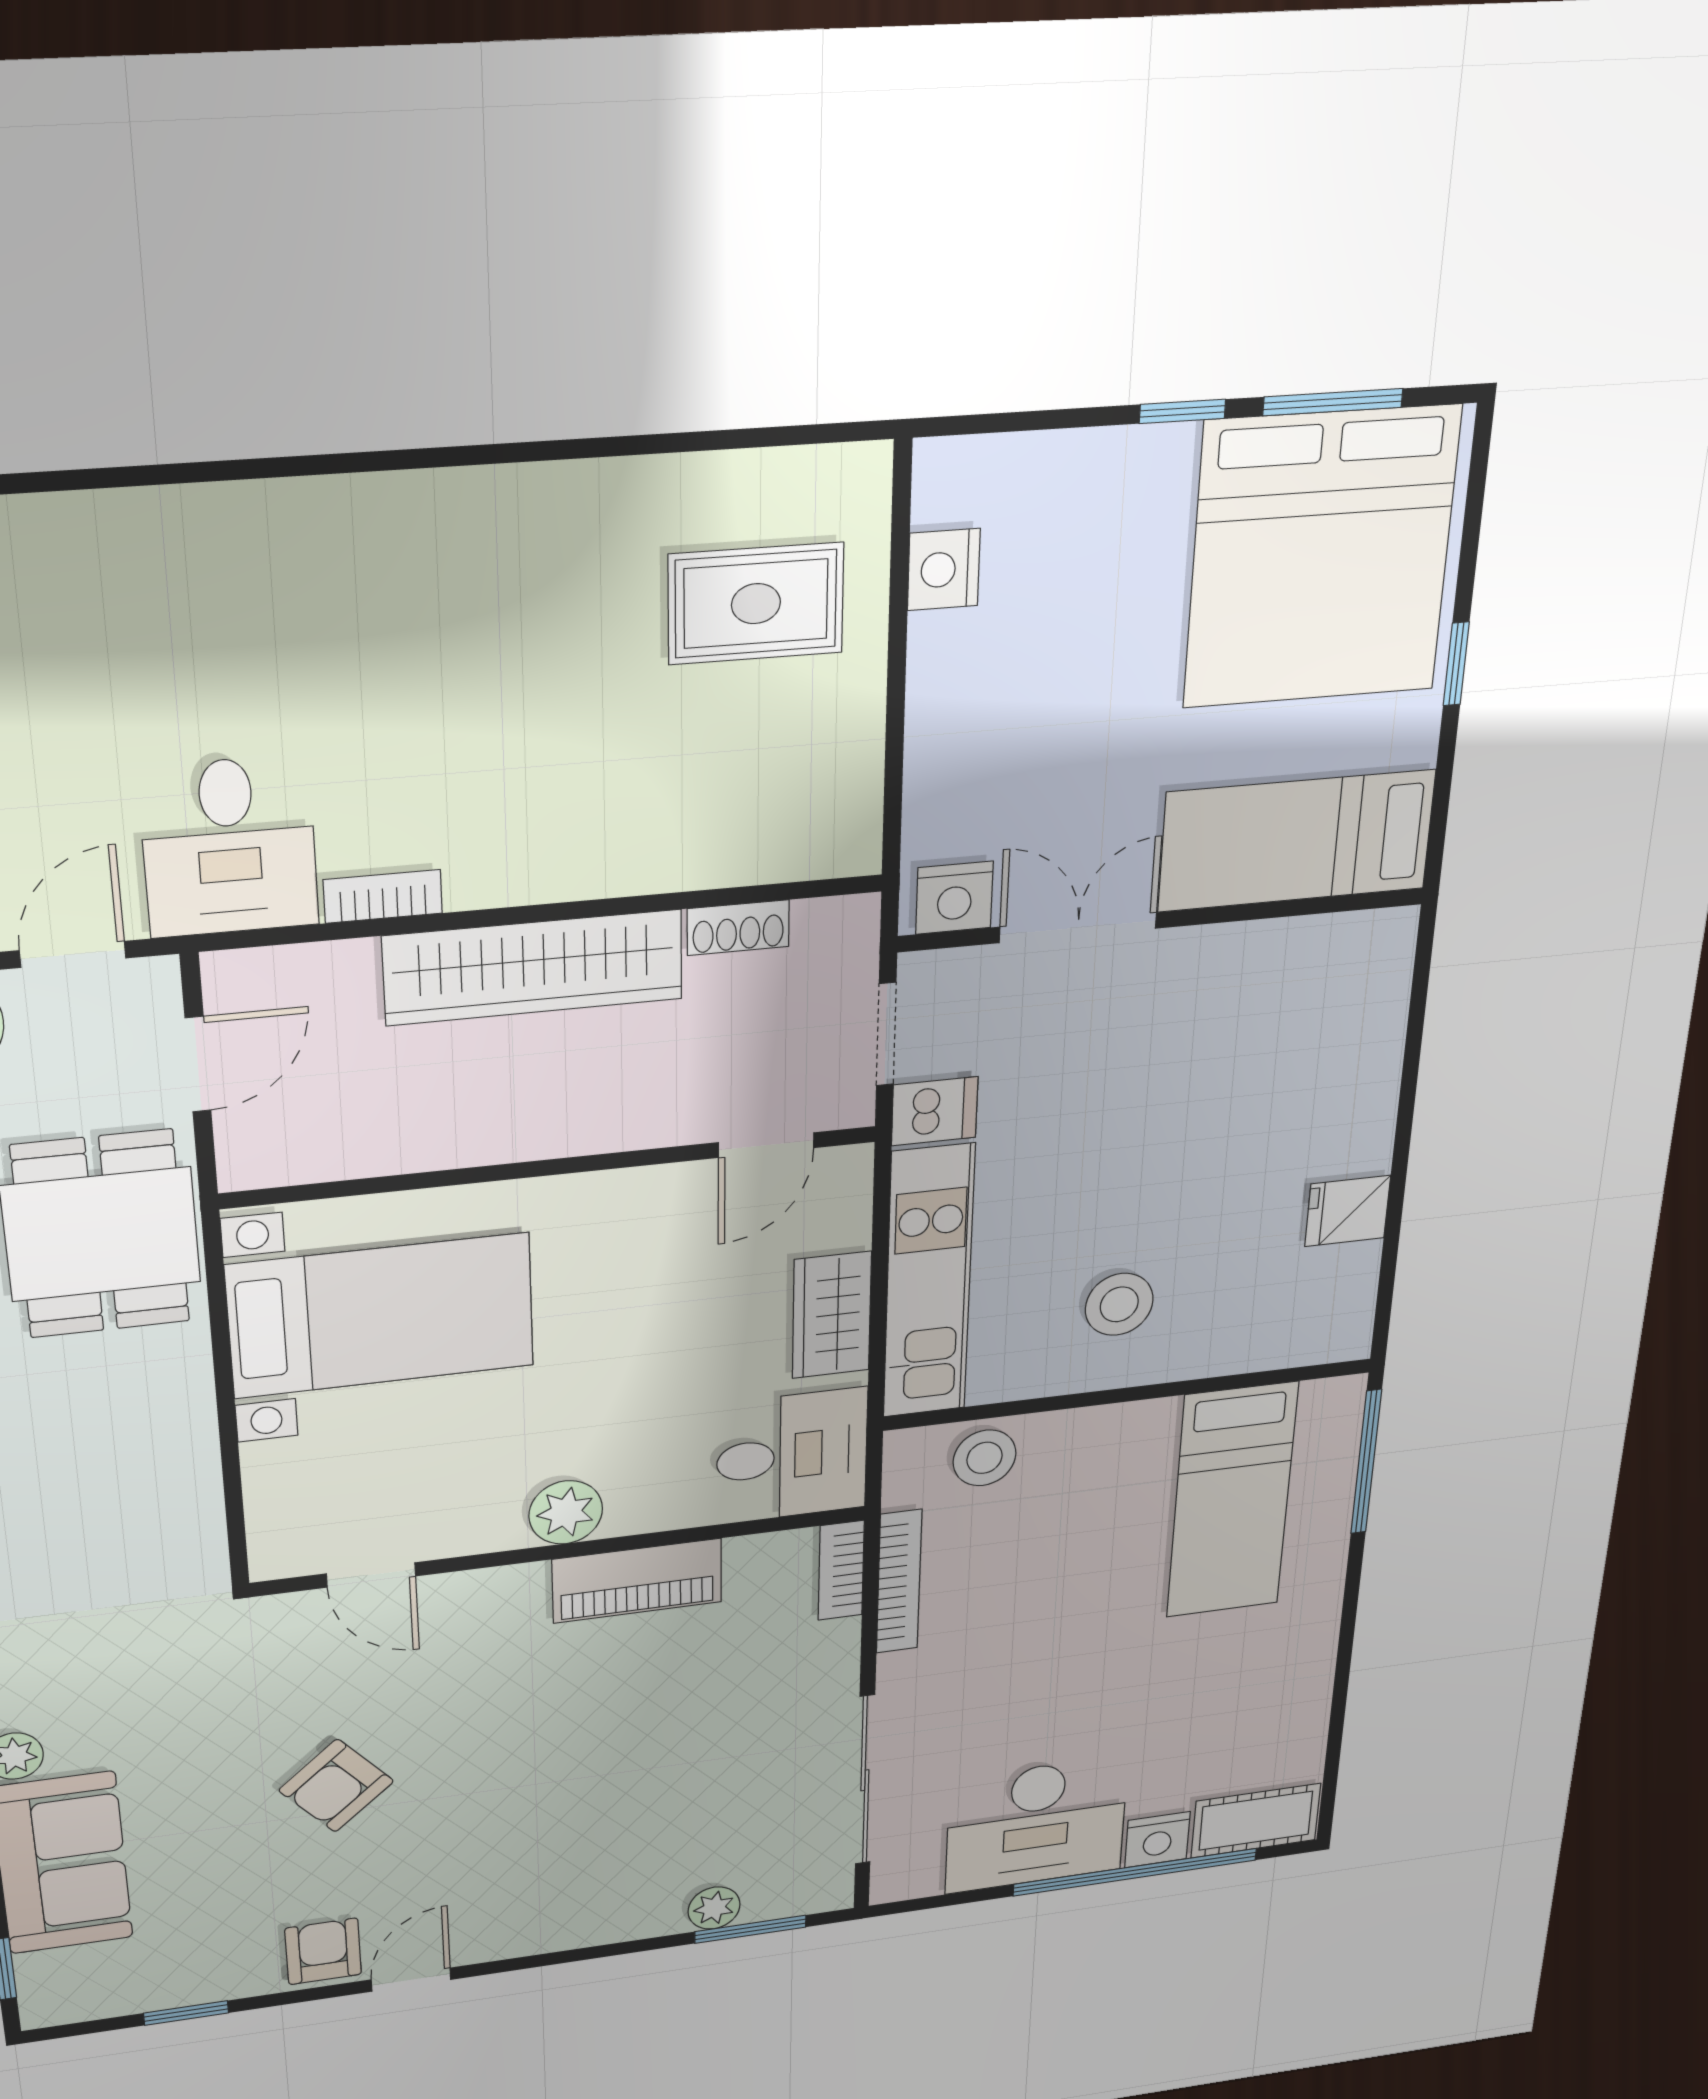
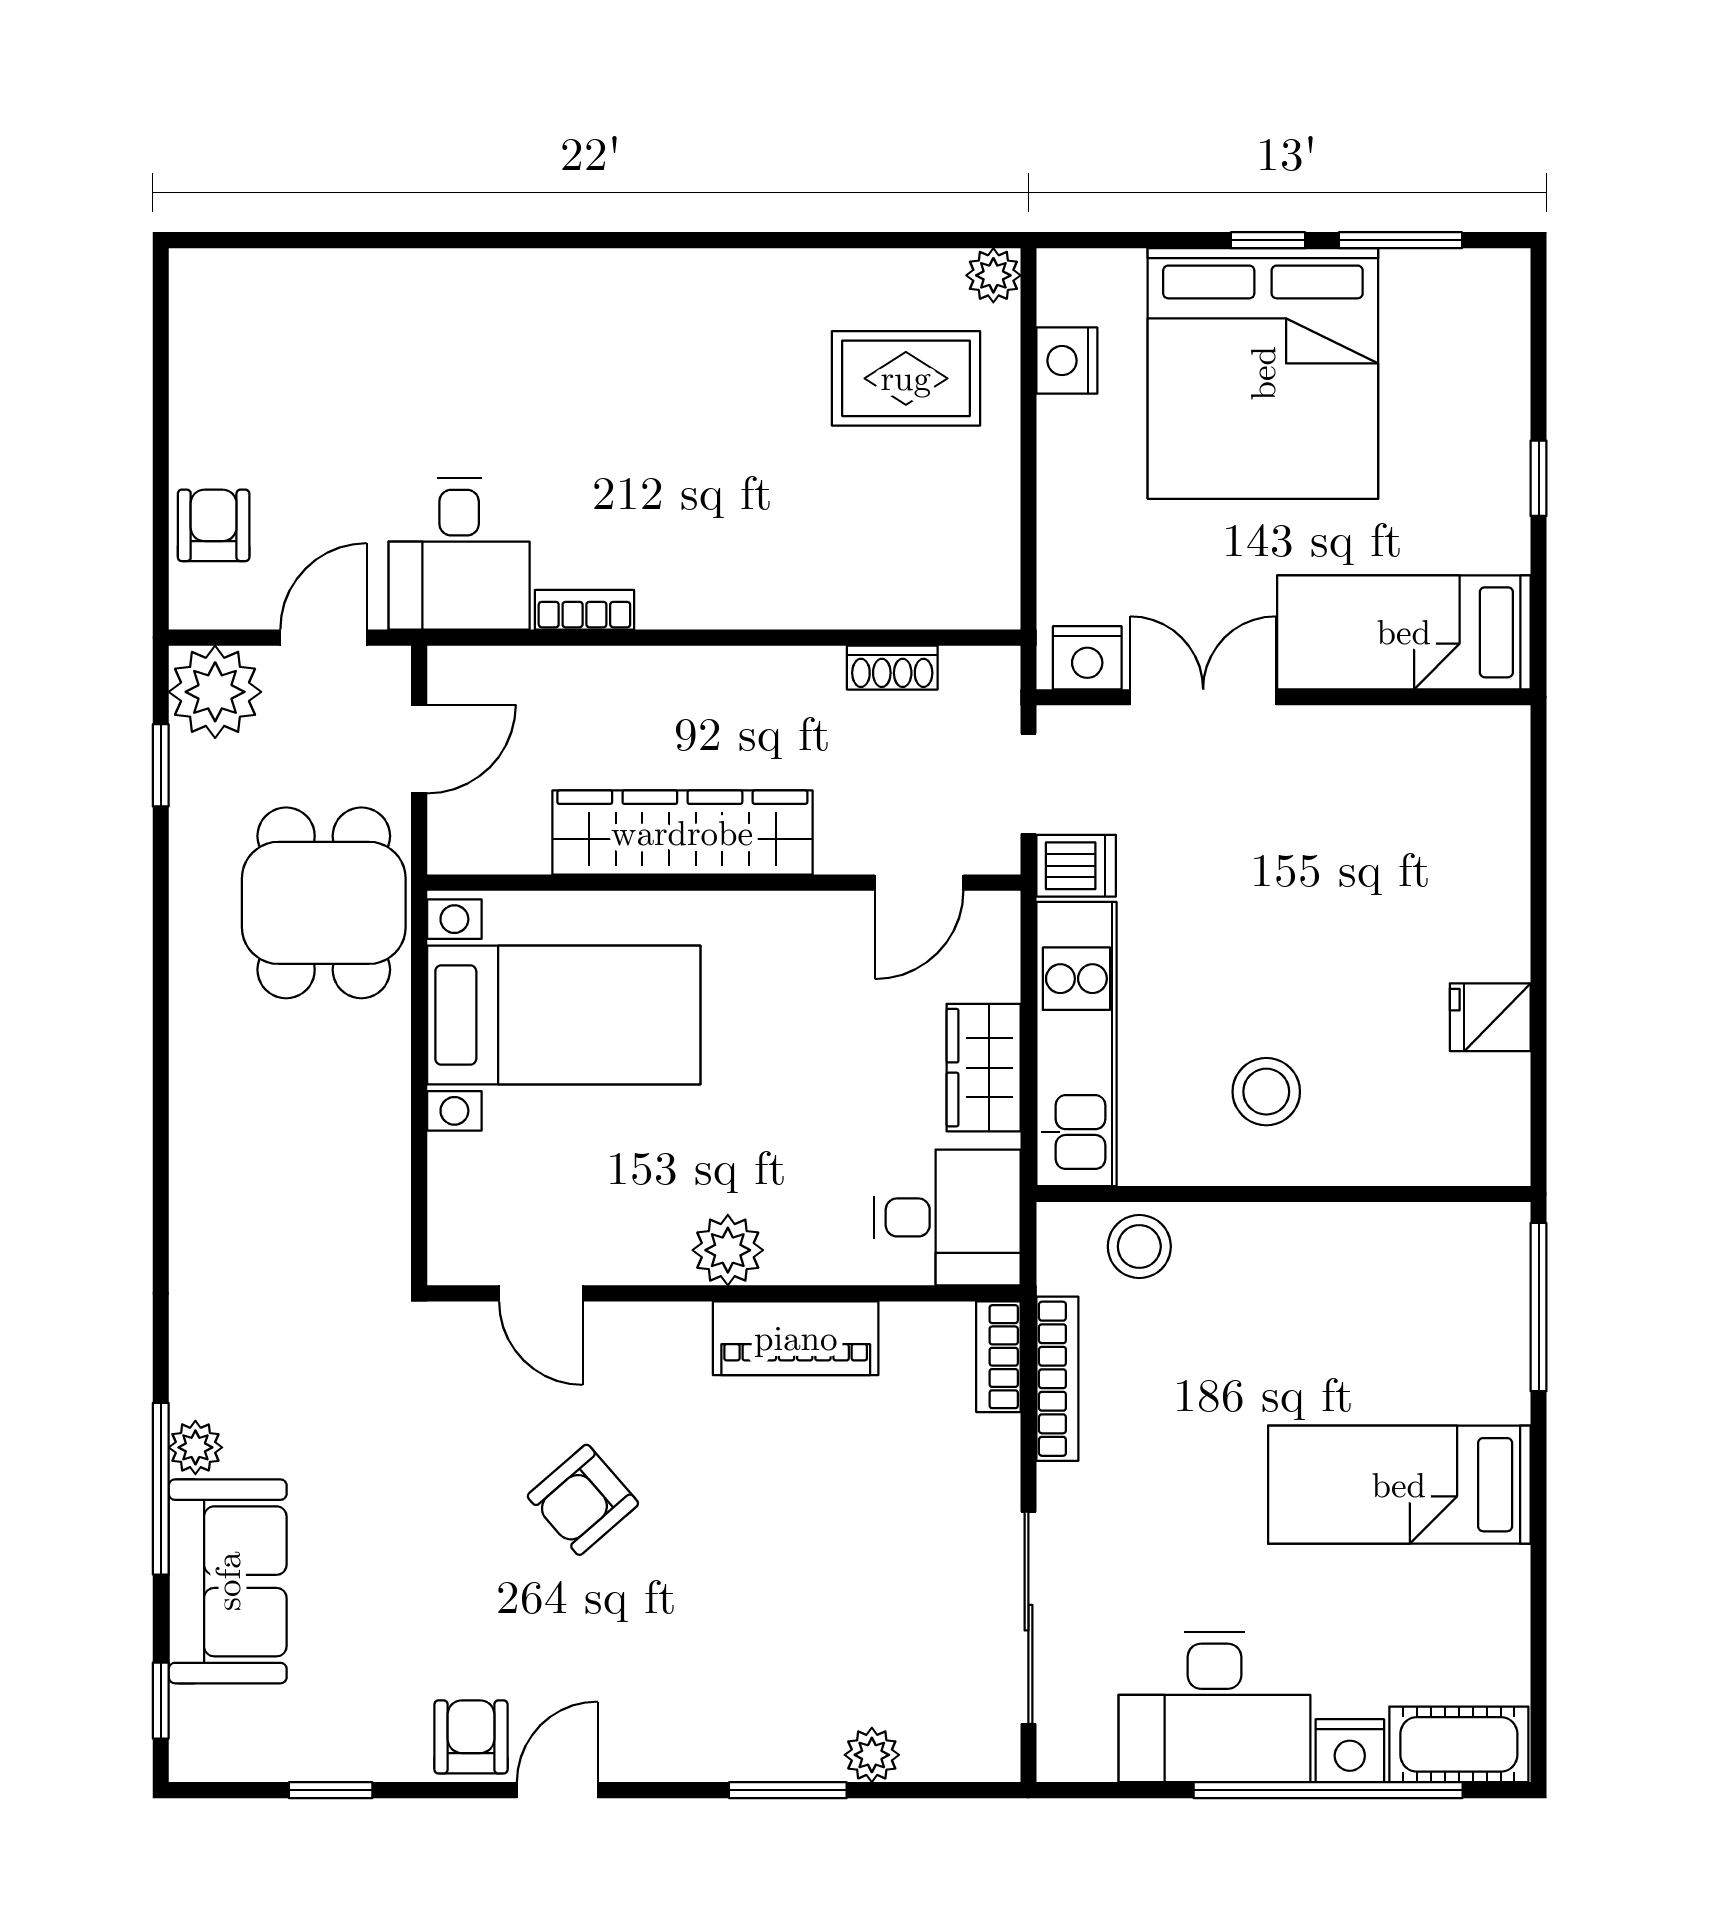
plant: (861, 474) -> (993, 275), added
bed: (1321, 558) -> (1263, 373), moved
wardrobe: (534, 968) -> (682, 833), moved, turned 180
bed: (1232, 1501) -> (1399, 1485), moved, turned 90
armchair: (336, 1786) -> (583, 1500), moved
window: (750, 1929) -> (788, 1790), moved

